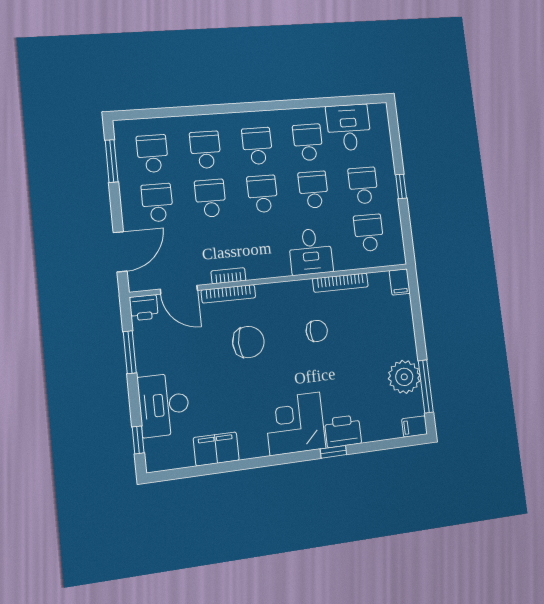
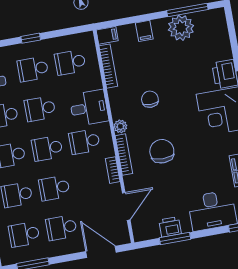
school desk: (268, 242) -> (84, 142), added
bookcase: (340, 283) -> (108, 66), moved
plant: (284, 290) -> (120, 126), added
bookcase: (228, 294) -> (124, 155), moved
printer: (144, 308) -> (170, 227), moved, turned -90
filing cabinet: (415, 426) -> (144, 31), moved

